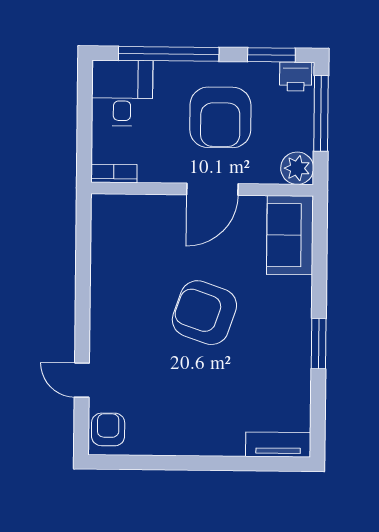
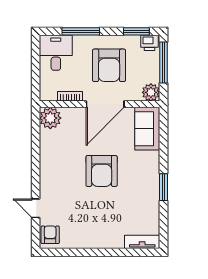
window: (169, 54) -> (81, 31), width x0.68
bookcase: (114, 173) -> (70, 96), moved
door: (212, 189) -> (105, 104), width x1.36
plant: (111, 214) -> (50, 118), added
armchair: (204, 313) -> (102, 171), turned -109

